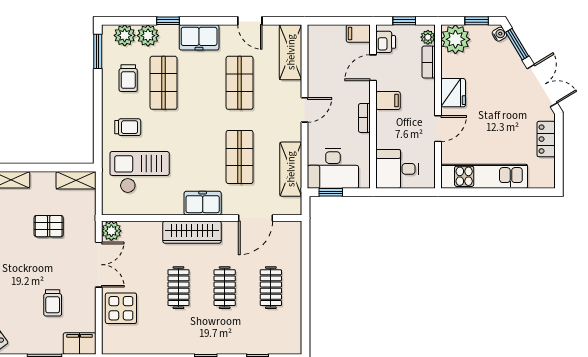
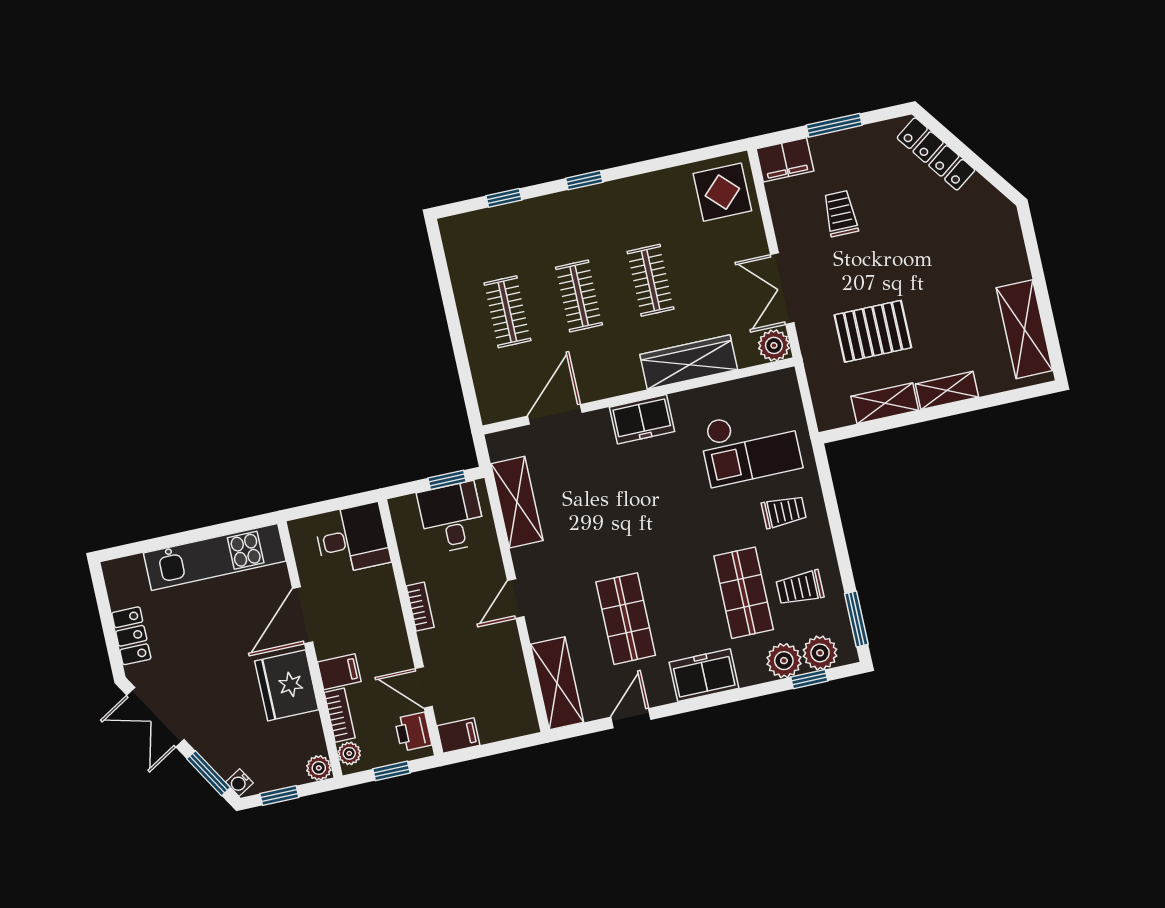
window: (168, 21) -> (809, 679), moved
door: (250, 21) -> (631, 718), hinge flipped
plant: (455, 39) -> (319, 768), width x0.53, depth x0.53
door: (373, 68) -> (424, 688), swing flipped
trolley: (128, 78) -> (800, 588), turned -90
fridge: (453, 93) -> (287, 685), width x1.36, depth x1.34
filing cabinet: (388, 101) -> (339, 672), moved, turned 180
trolley: (128, 127) -> (784, 512), turned 180
door: (438, 129) -> (303, 615), width x1.38
shop shelf: (240, 157) -> (600, 504), removed
desk: (333, 168) -> (452, 518), width x0.73
shelving: (76, 180) -> (885, 403), moved
pallet: (49, 226) -> (873, 331), width x1.50, depth x1.42
wardrobe: (192, 232) -> (689, 362), moved
display table: (121, 308) -> (722, 192), moved

